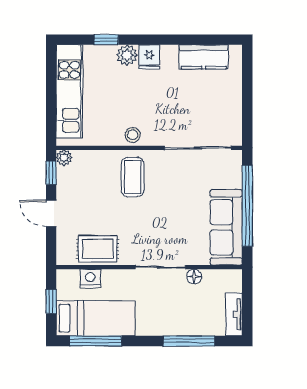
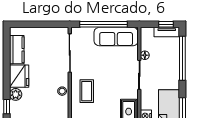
fridge: (149, 57) -> (19, 76), width x1.88, depth x1.34
coffee table: (133, 177) -> (87, 91), turned 90
window: (247, 313) -> (166, 24), added
window: (189, 341) -> (182, 58), width x1.46

